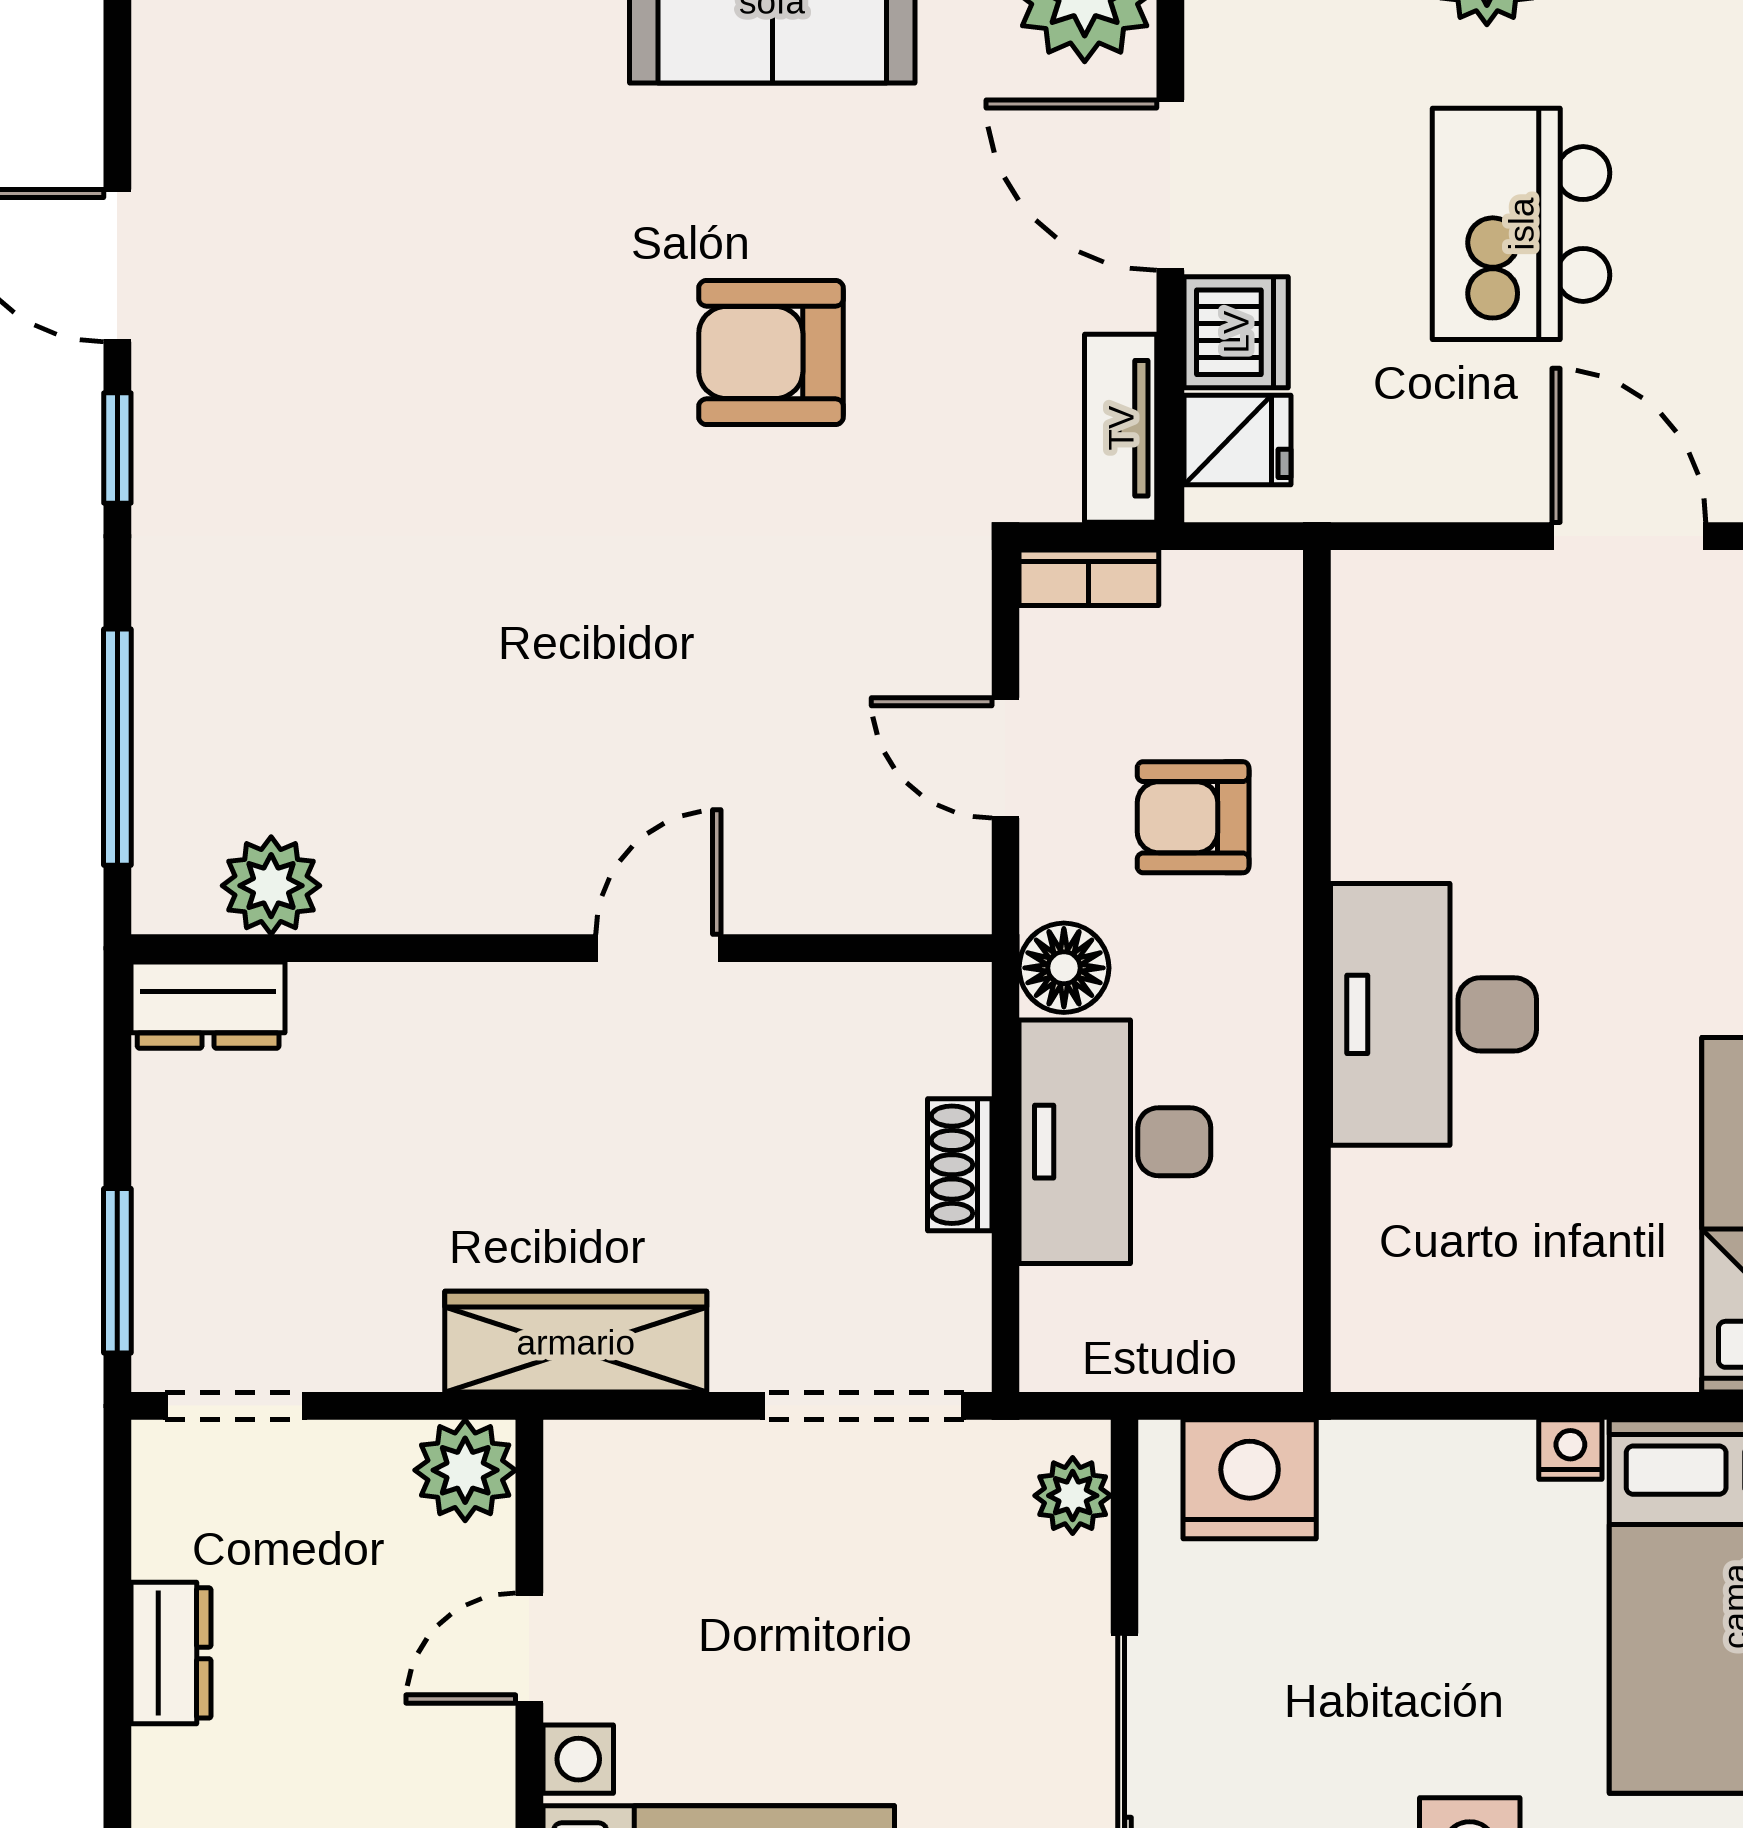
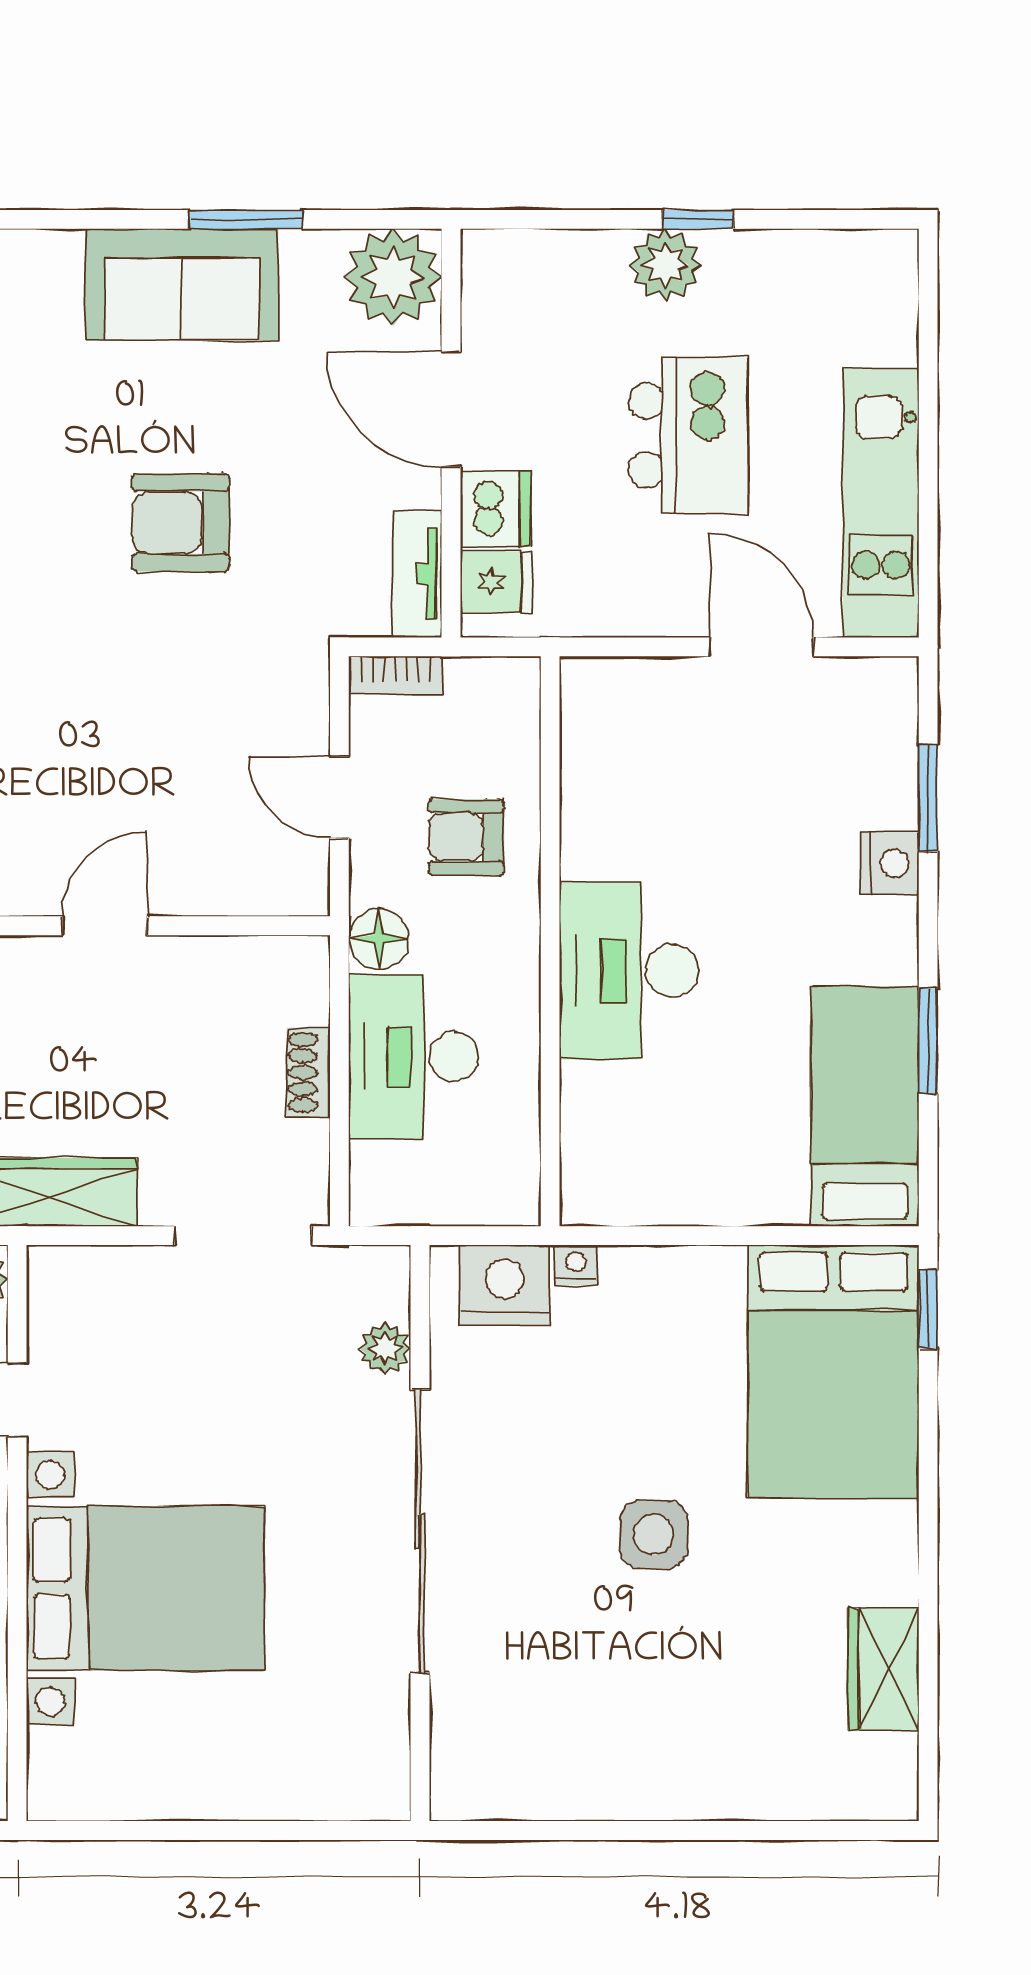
kitchen island: (1521, 224) -> (688, 436), turned 180
nightstand: (1570, 1449) -> (576, 1265), moved
plant: (1073, 1496) -> (385, 1348), moved

